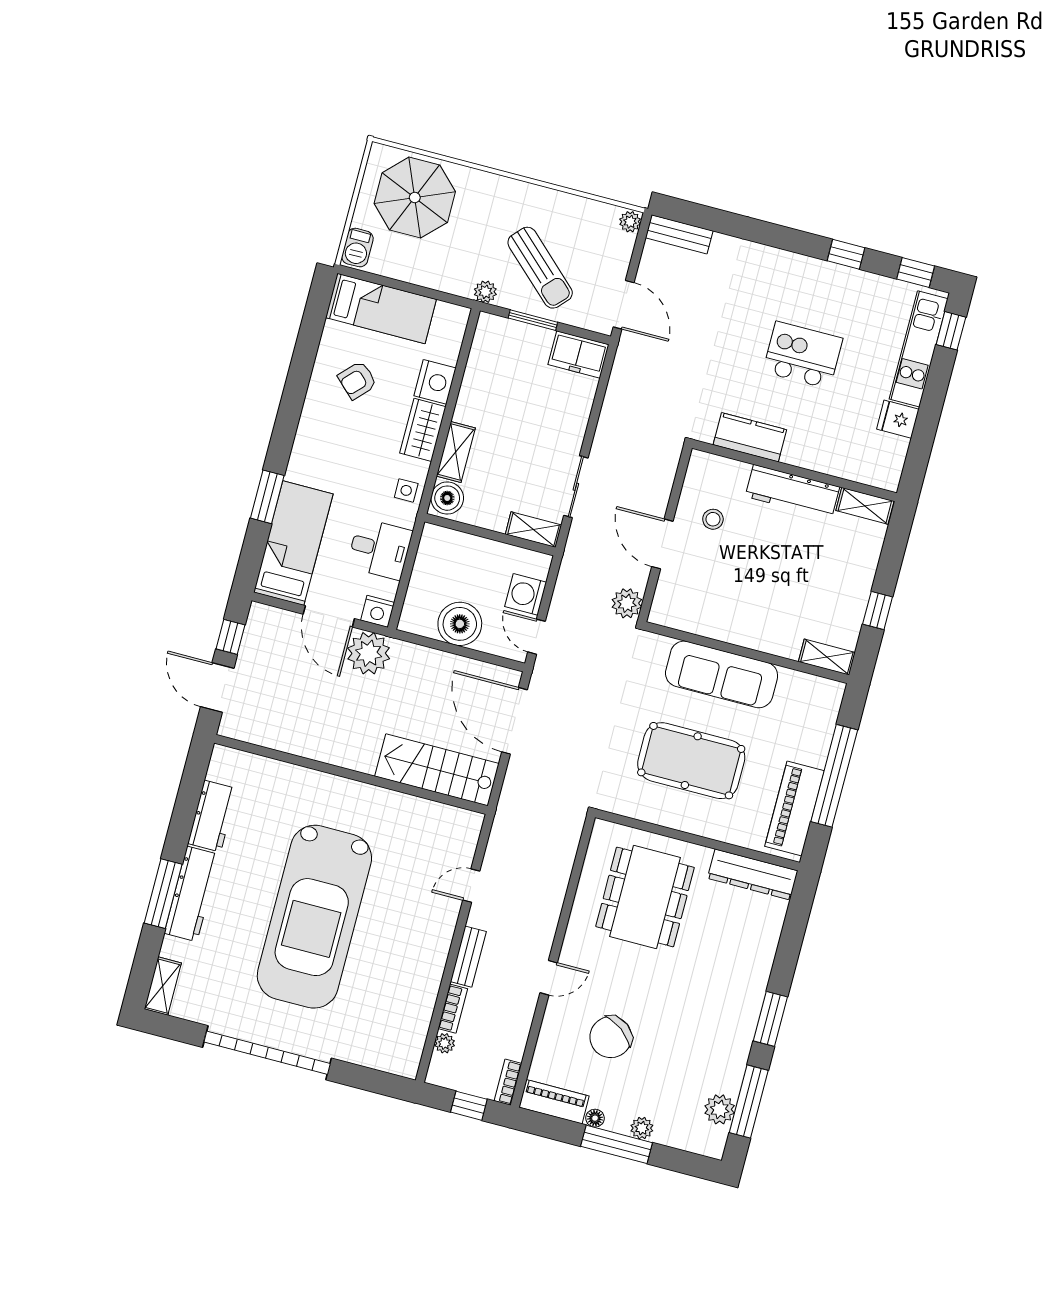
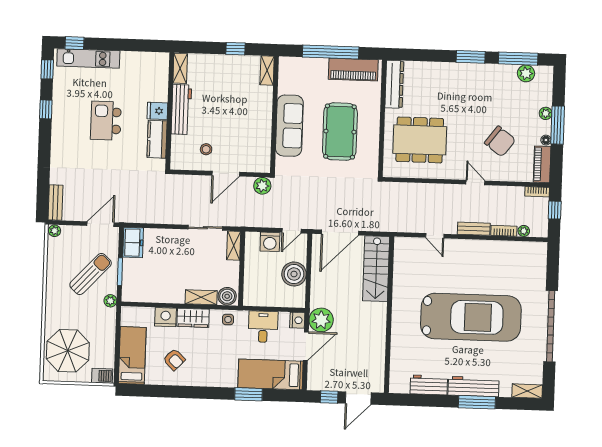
fridge: (898, 419) -> (157, 111), moved, turned 90

